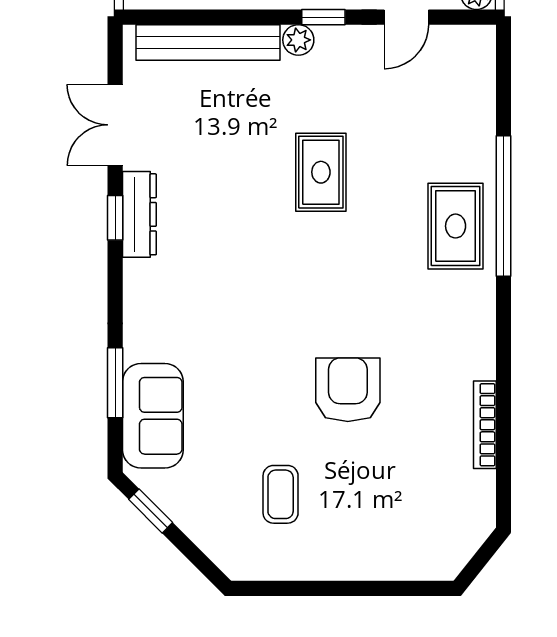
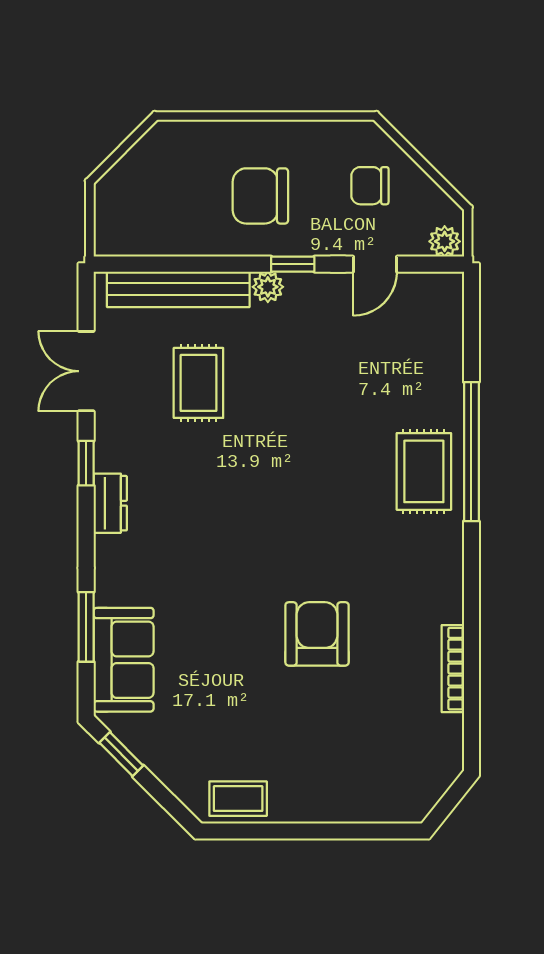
rug: (321, 172) -> (198, 383), moved
dresser: (139, 214) -> (110, 503), moved, width x0.70
coffee table: (281, 494) -> (238, 799), moved, turned 90

